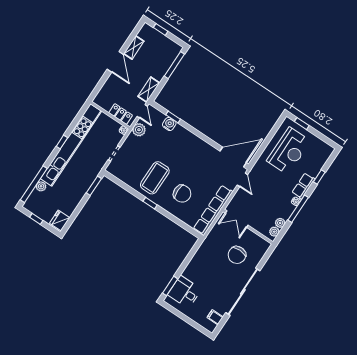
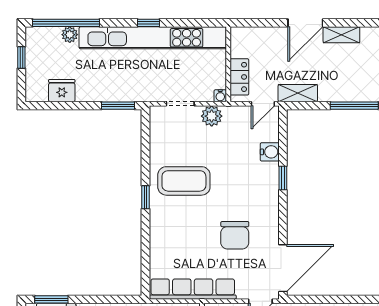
window: (173, 117) -> (283, 178), moved
plant: (139, 130) -> (212, 116), moved
door: (233, 157) -> (283, 268), hinge flipped
chair: (182, 194) -> (235, 235), moved
fridge: (60, 220) -> (62, 91), moved

